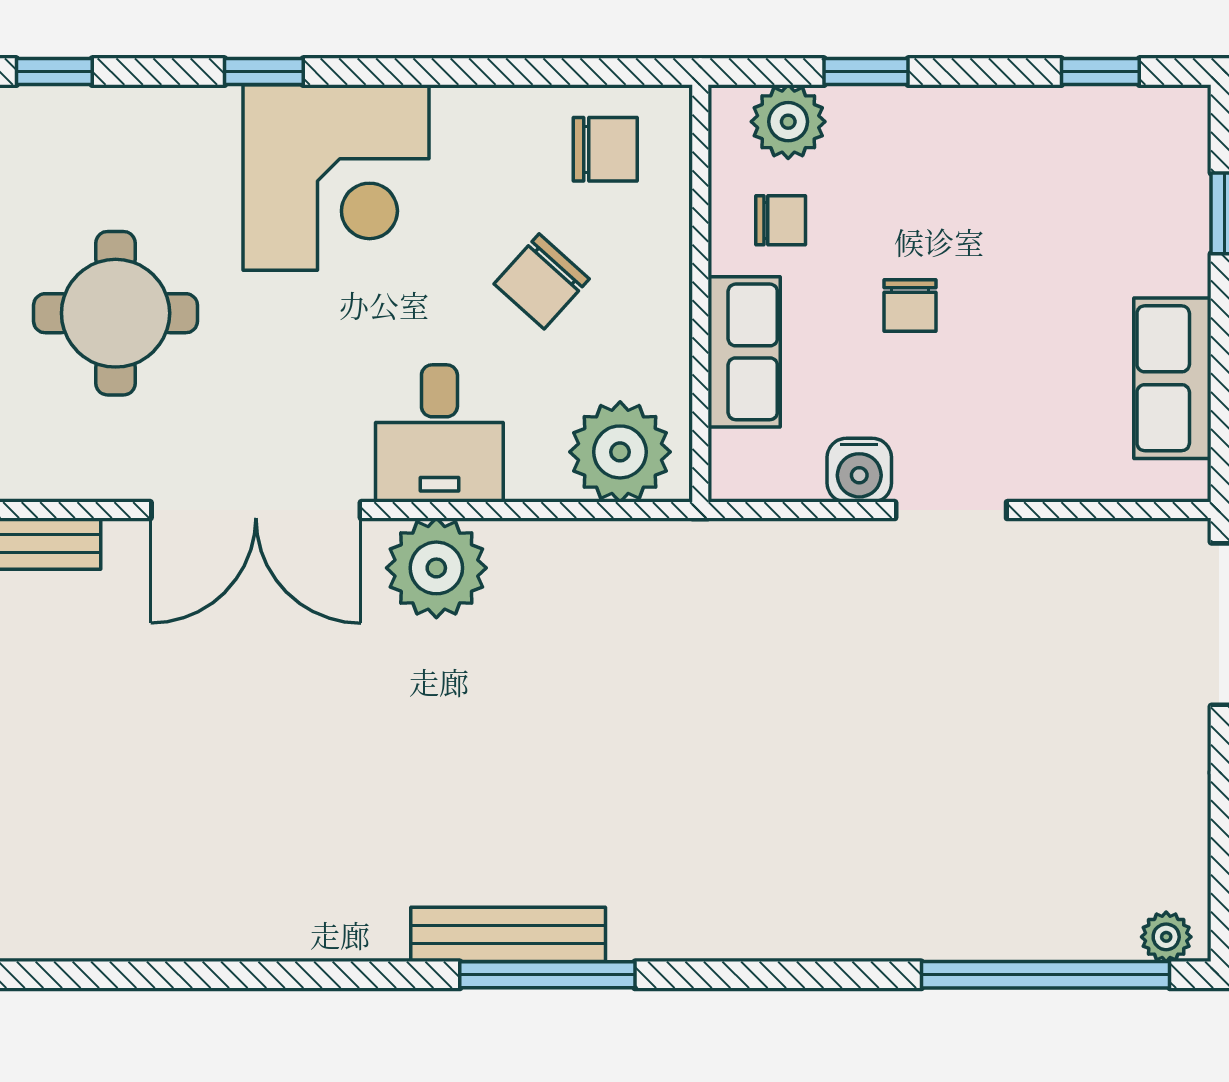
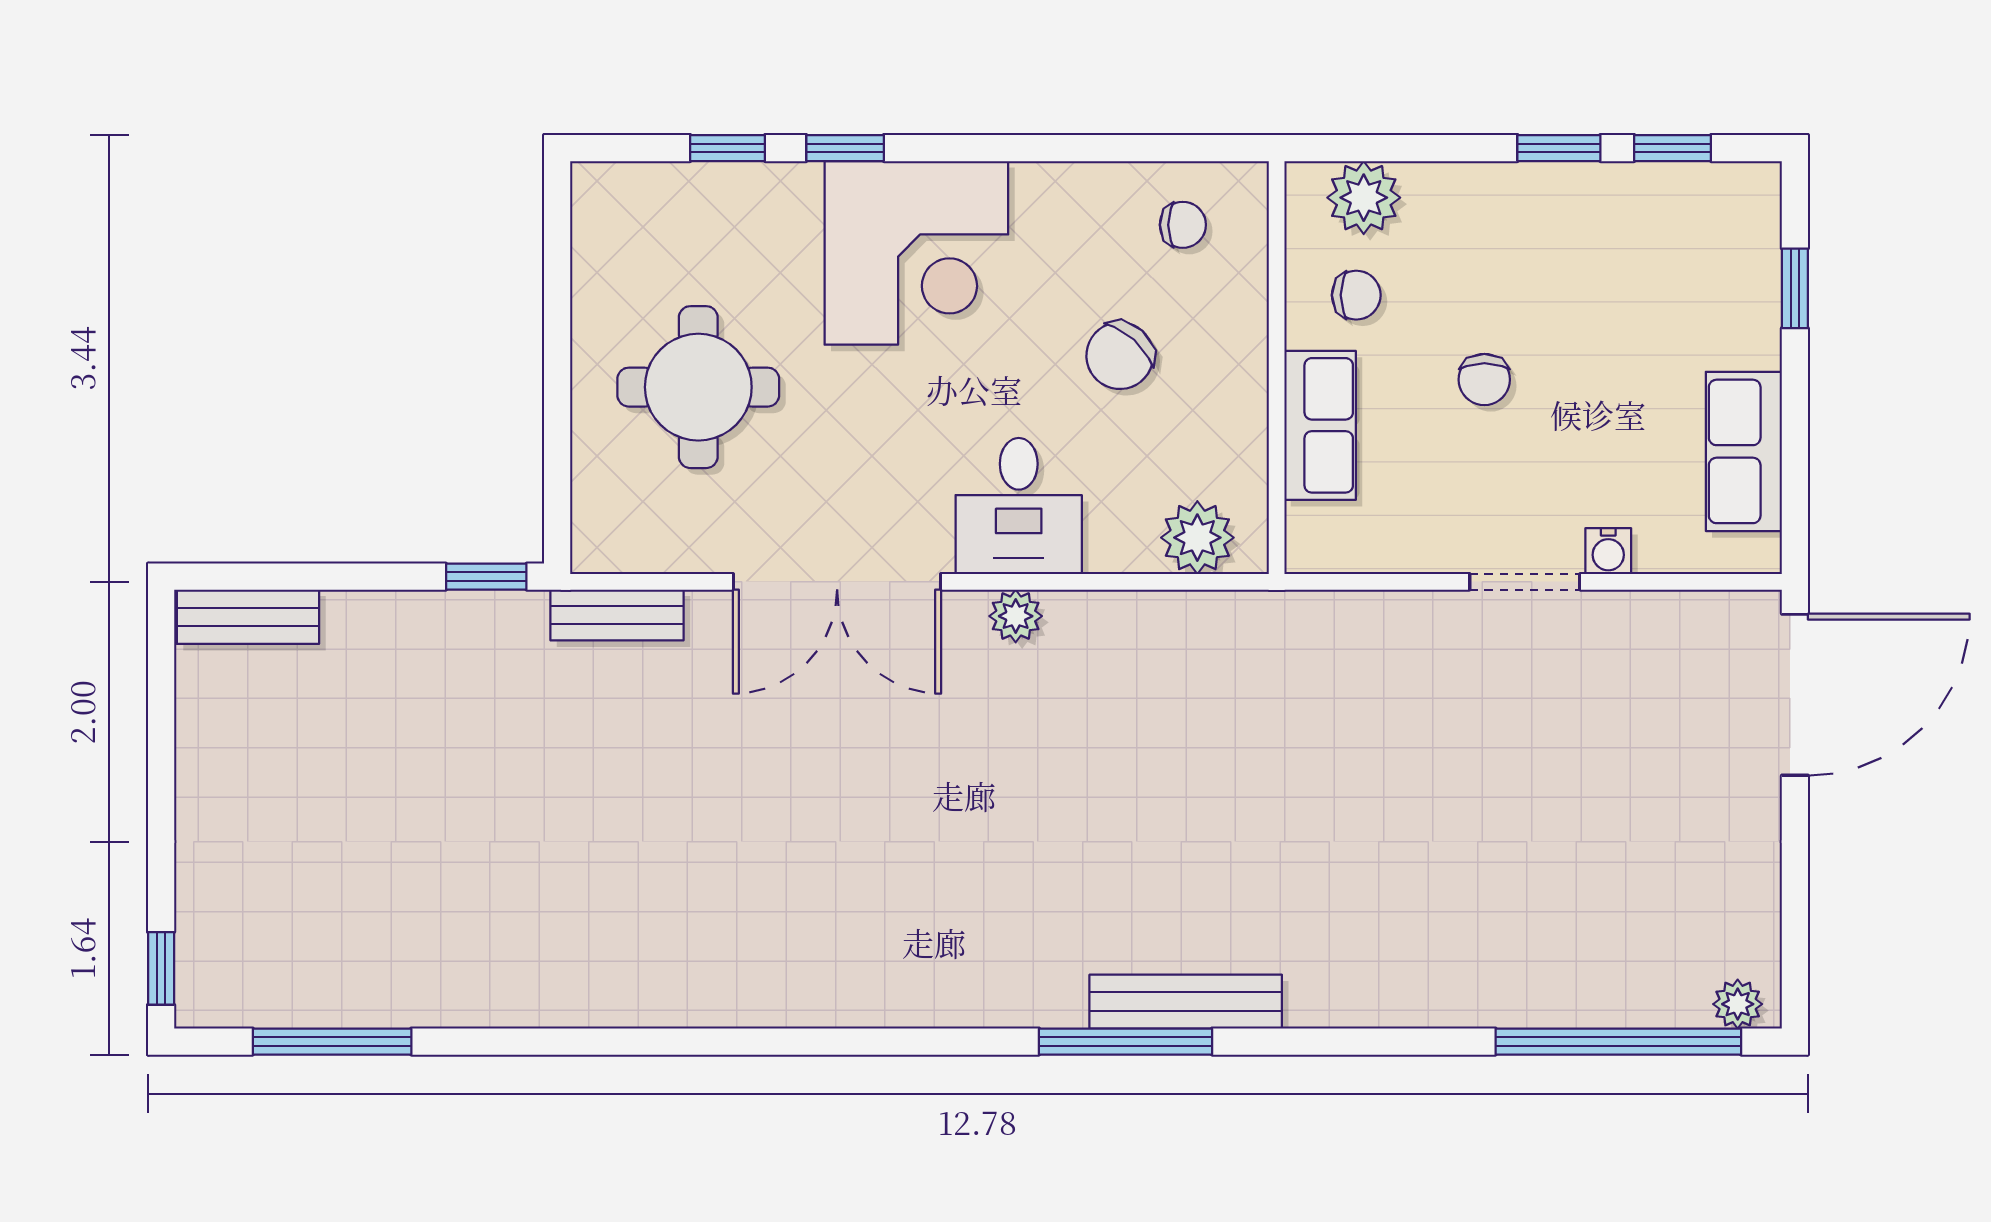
window: (54, 72) -> (728, 148), moved
window: (866, 72) -> (1559, 148), moved
chair: (605, 149) -> (1183, 225), width x0.73, depth x0.73
plant: (620, 452) -> (1197, 538), width x0.73, depth x0.73
water cooler: (859, 470) -> (1608, 551), moved, width x0.72, depth x0.72
plant: (436, 568) -> (1016, 616), width x0.53, depth x0.53
bench: (508, 934) -> (1186, 1002), moved

